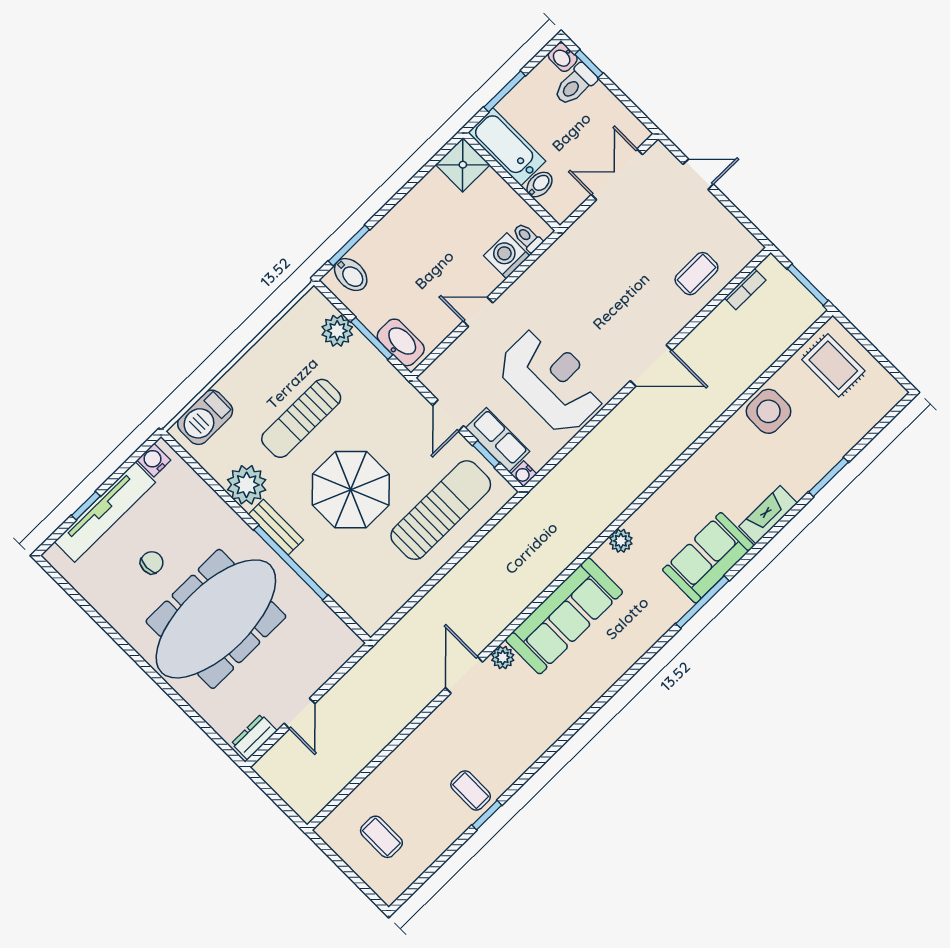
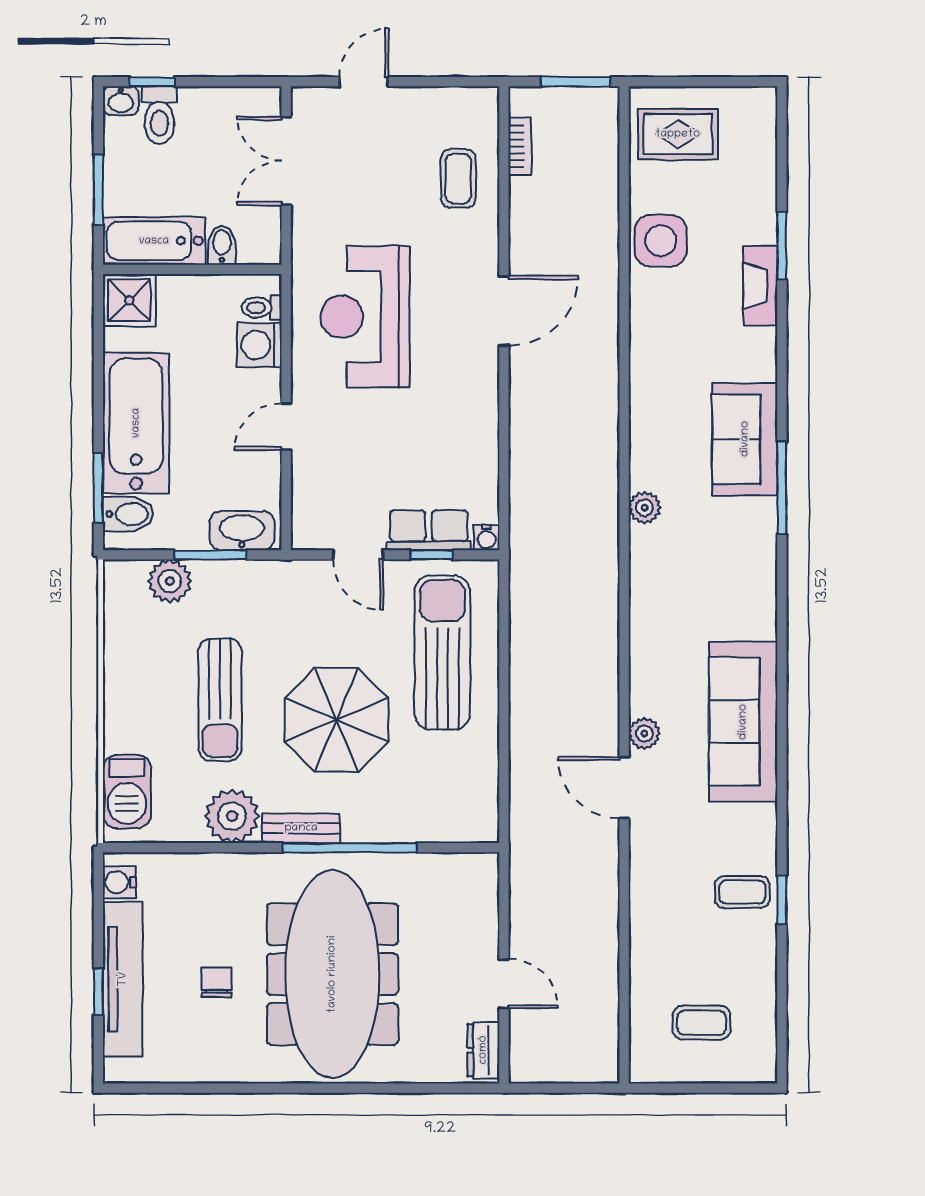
bathtub: (402, 232) -> (136, 423), added
reception desk: (552, 380) -> (365, 317), moved, turned -90
fireplace: (768, 515) -> (760, 286), moved
sofa: (564, 616) -> (743, 722), moved, turned 180

